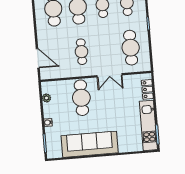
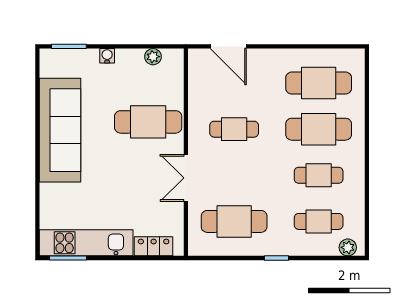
door: (38, 58) -> (228, 46), hinge flipped

